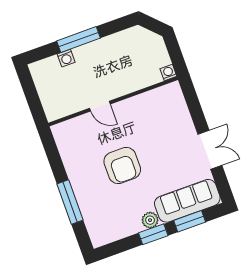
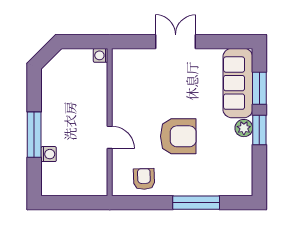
door: (100, 106) -> (110, 137), hinge flipped
armchair: (74, 149) -> (144, 179), added
double door: (210, 150) -> (176, 42), moved

